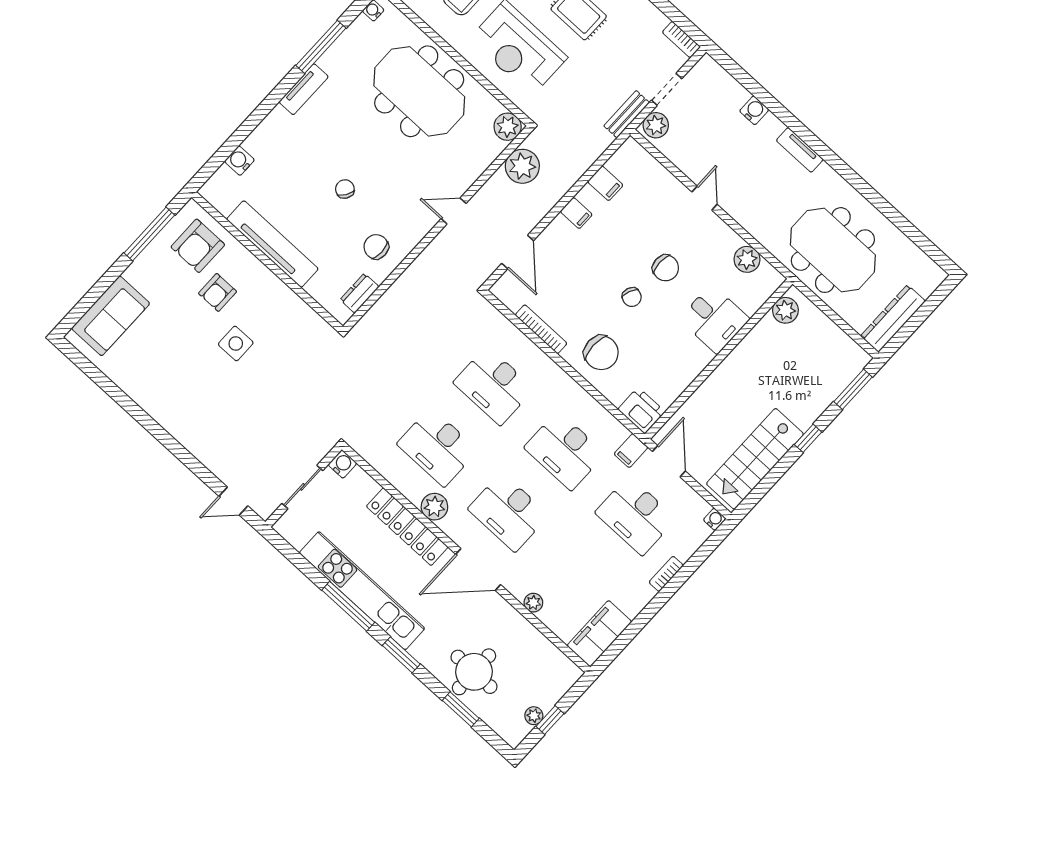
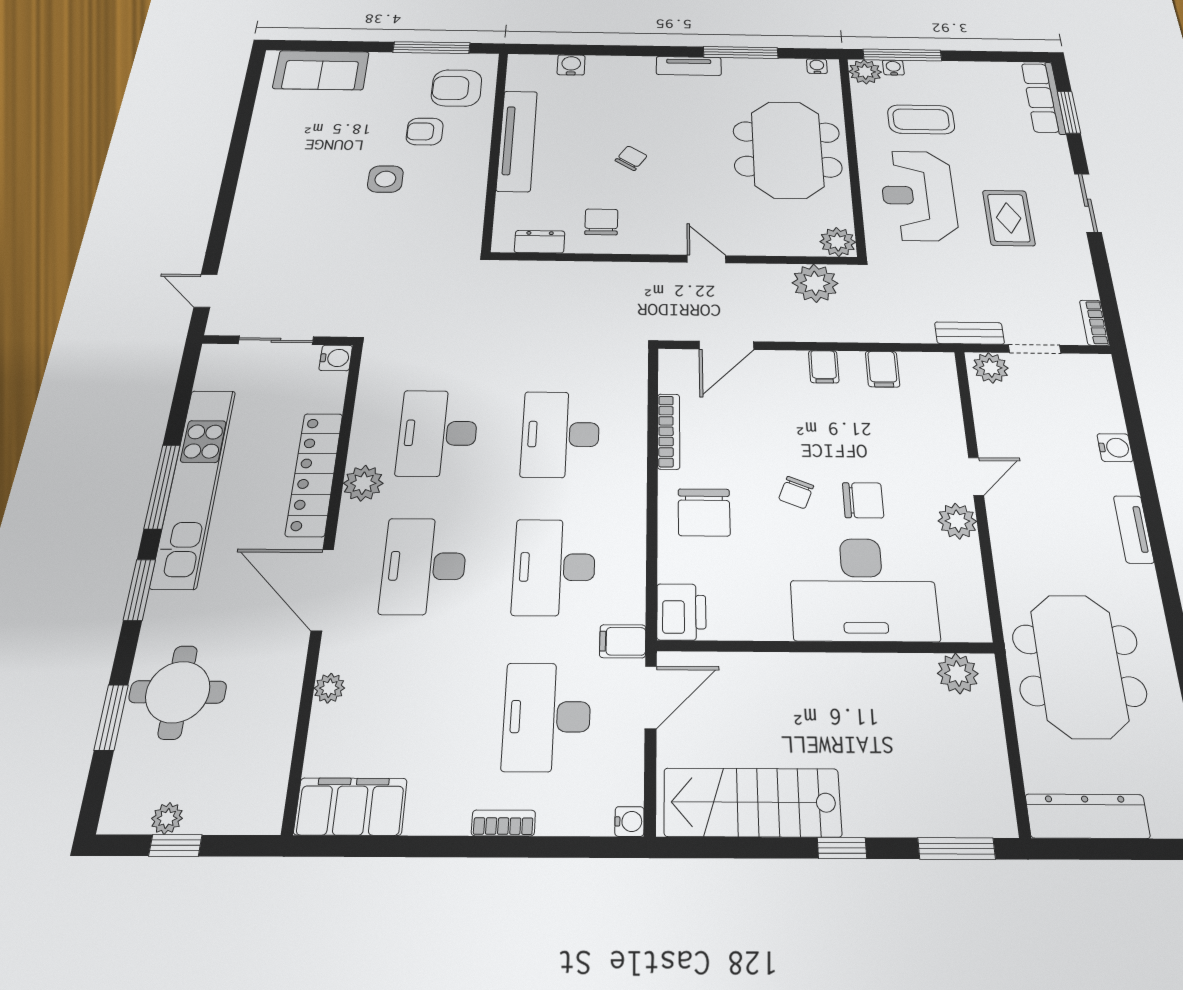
plant: (747, 259) -> (957, 521), moved
chair: (666, 268) -> (863, 500), turned -90
desk: (714, 319) -> (863, 589), width x1.87, depth x1.30

